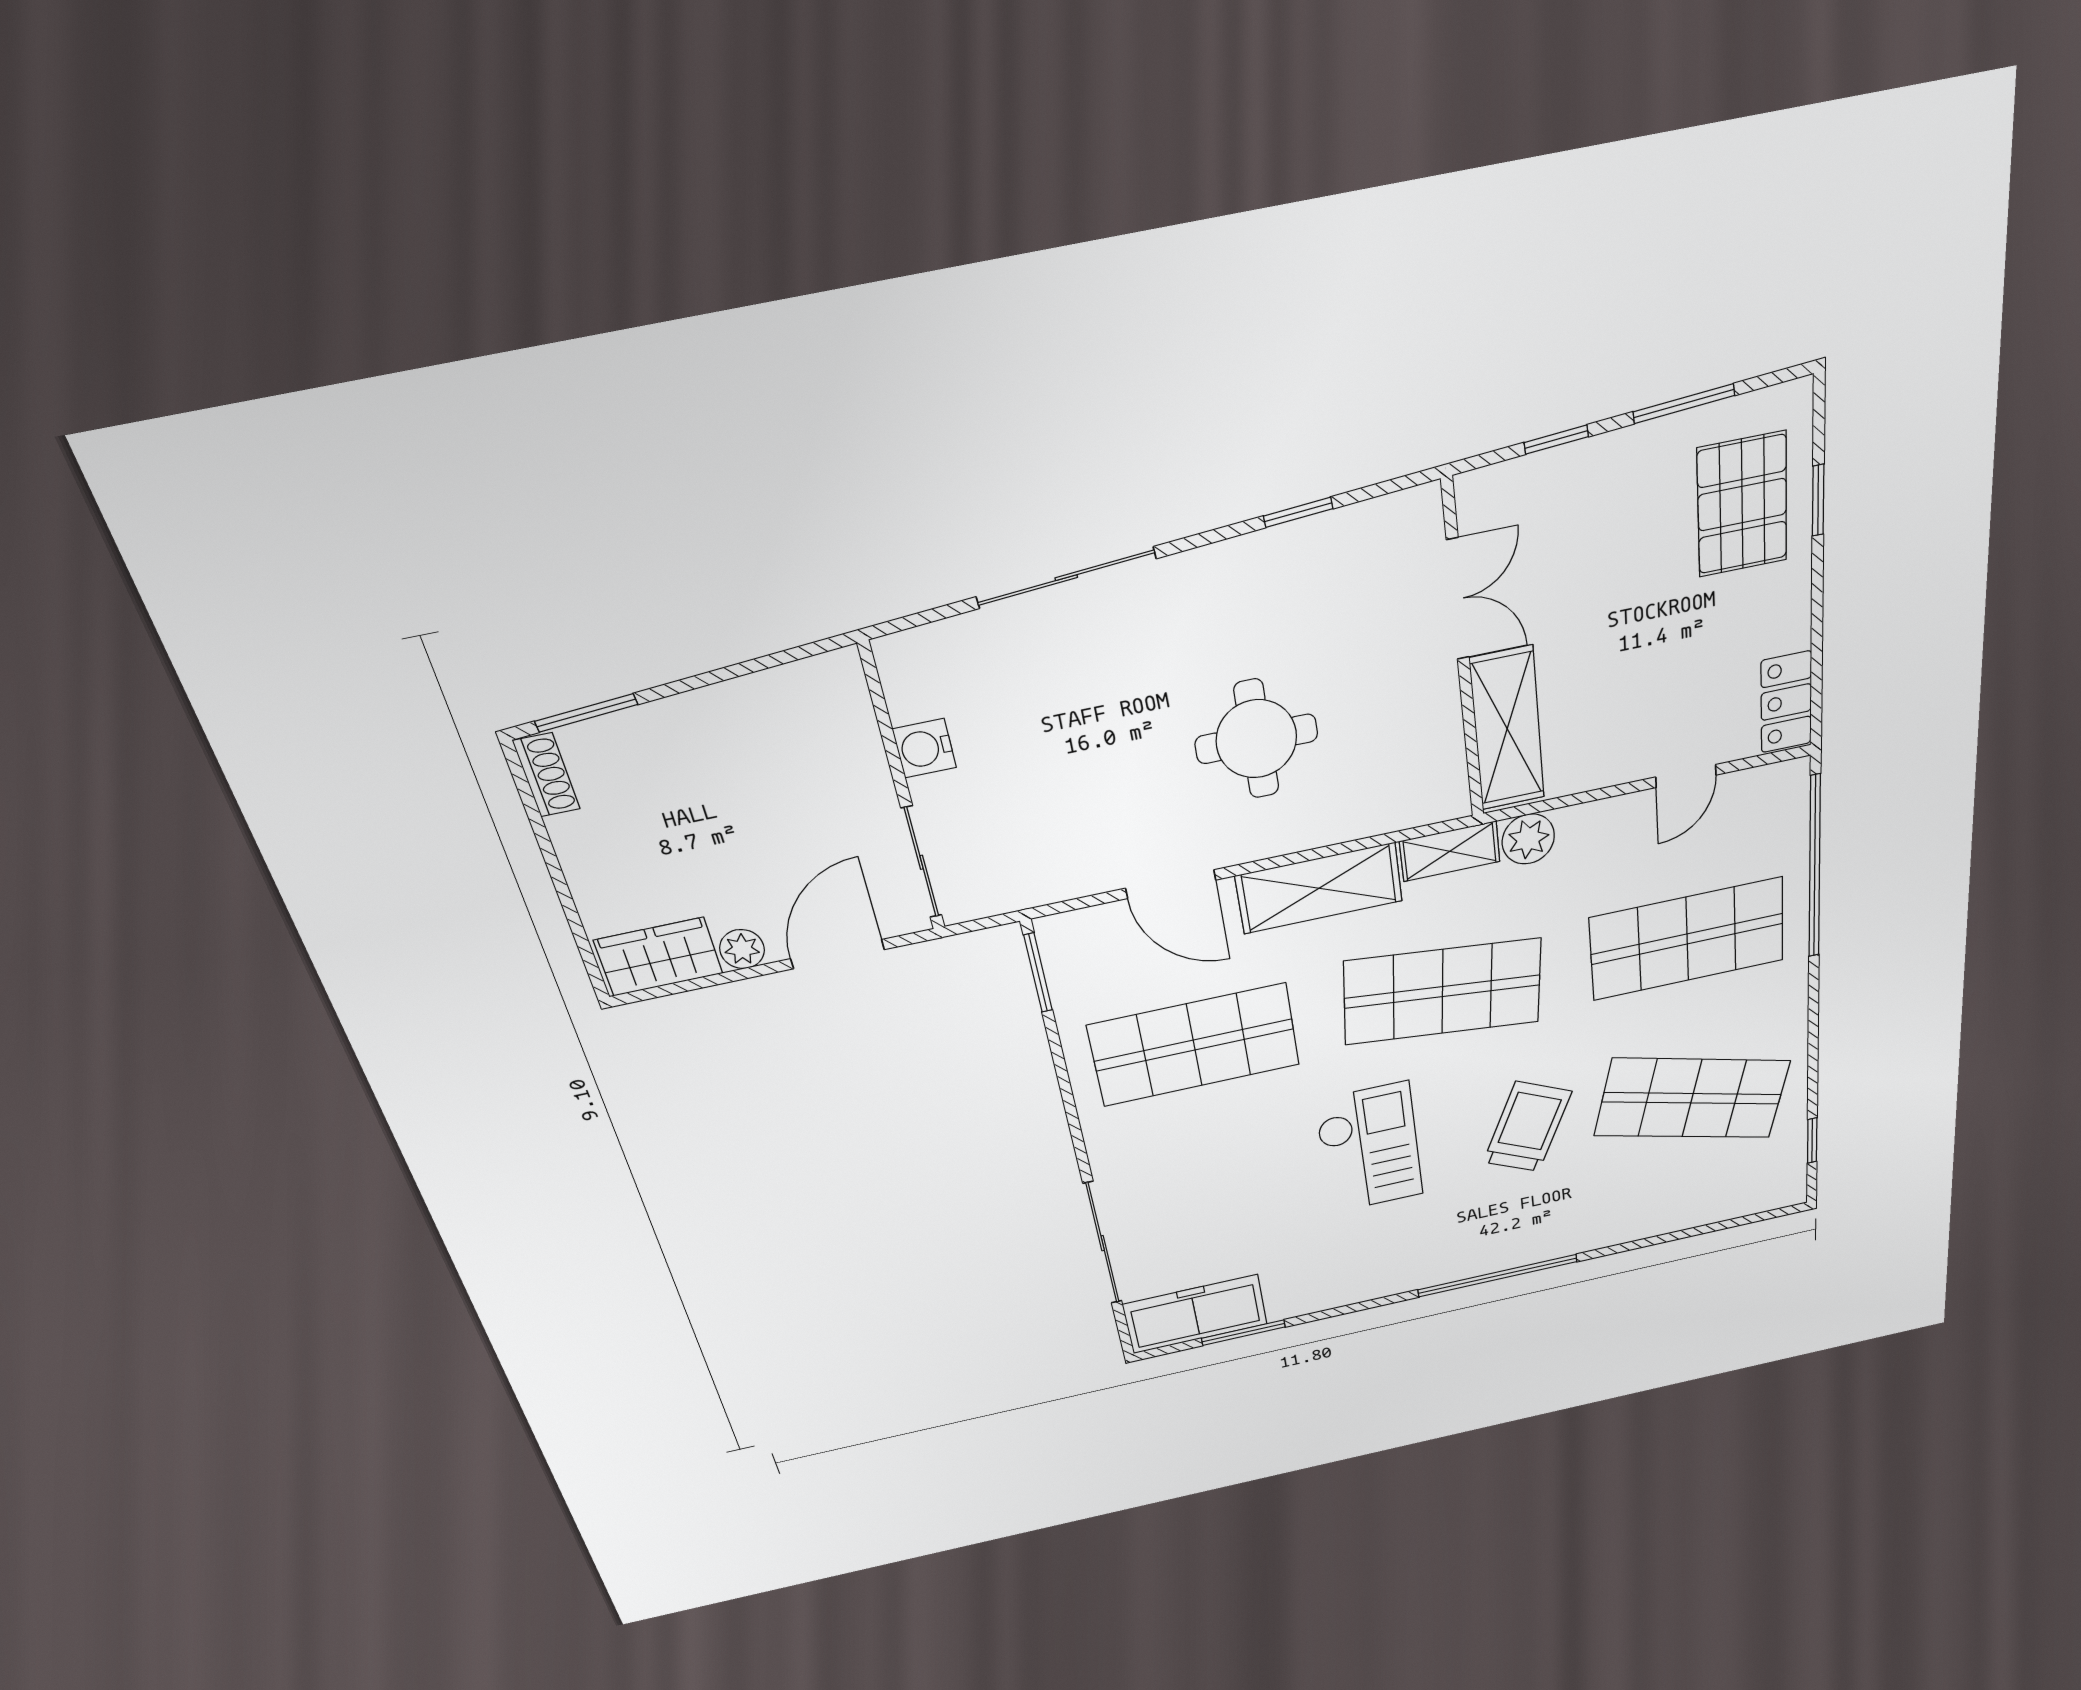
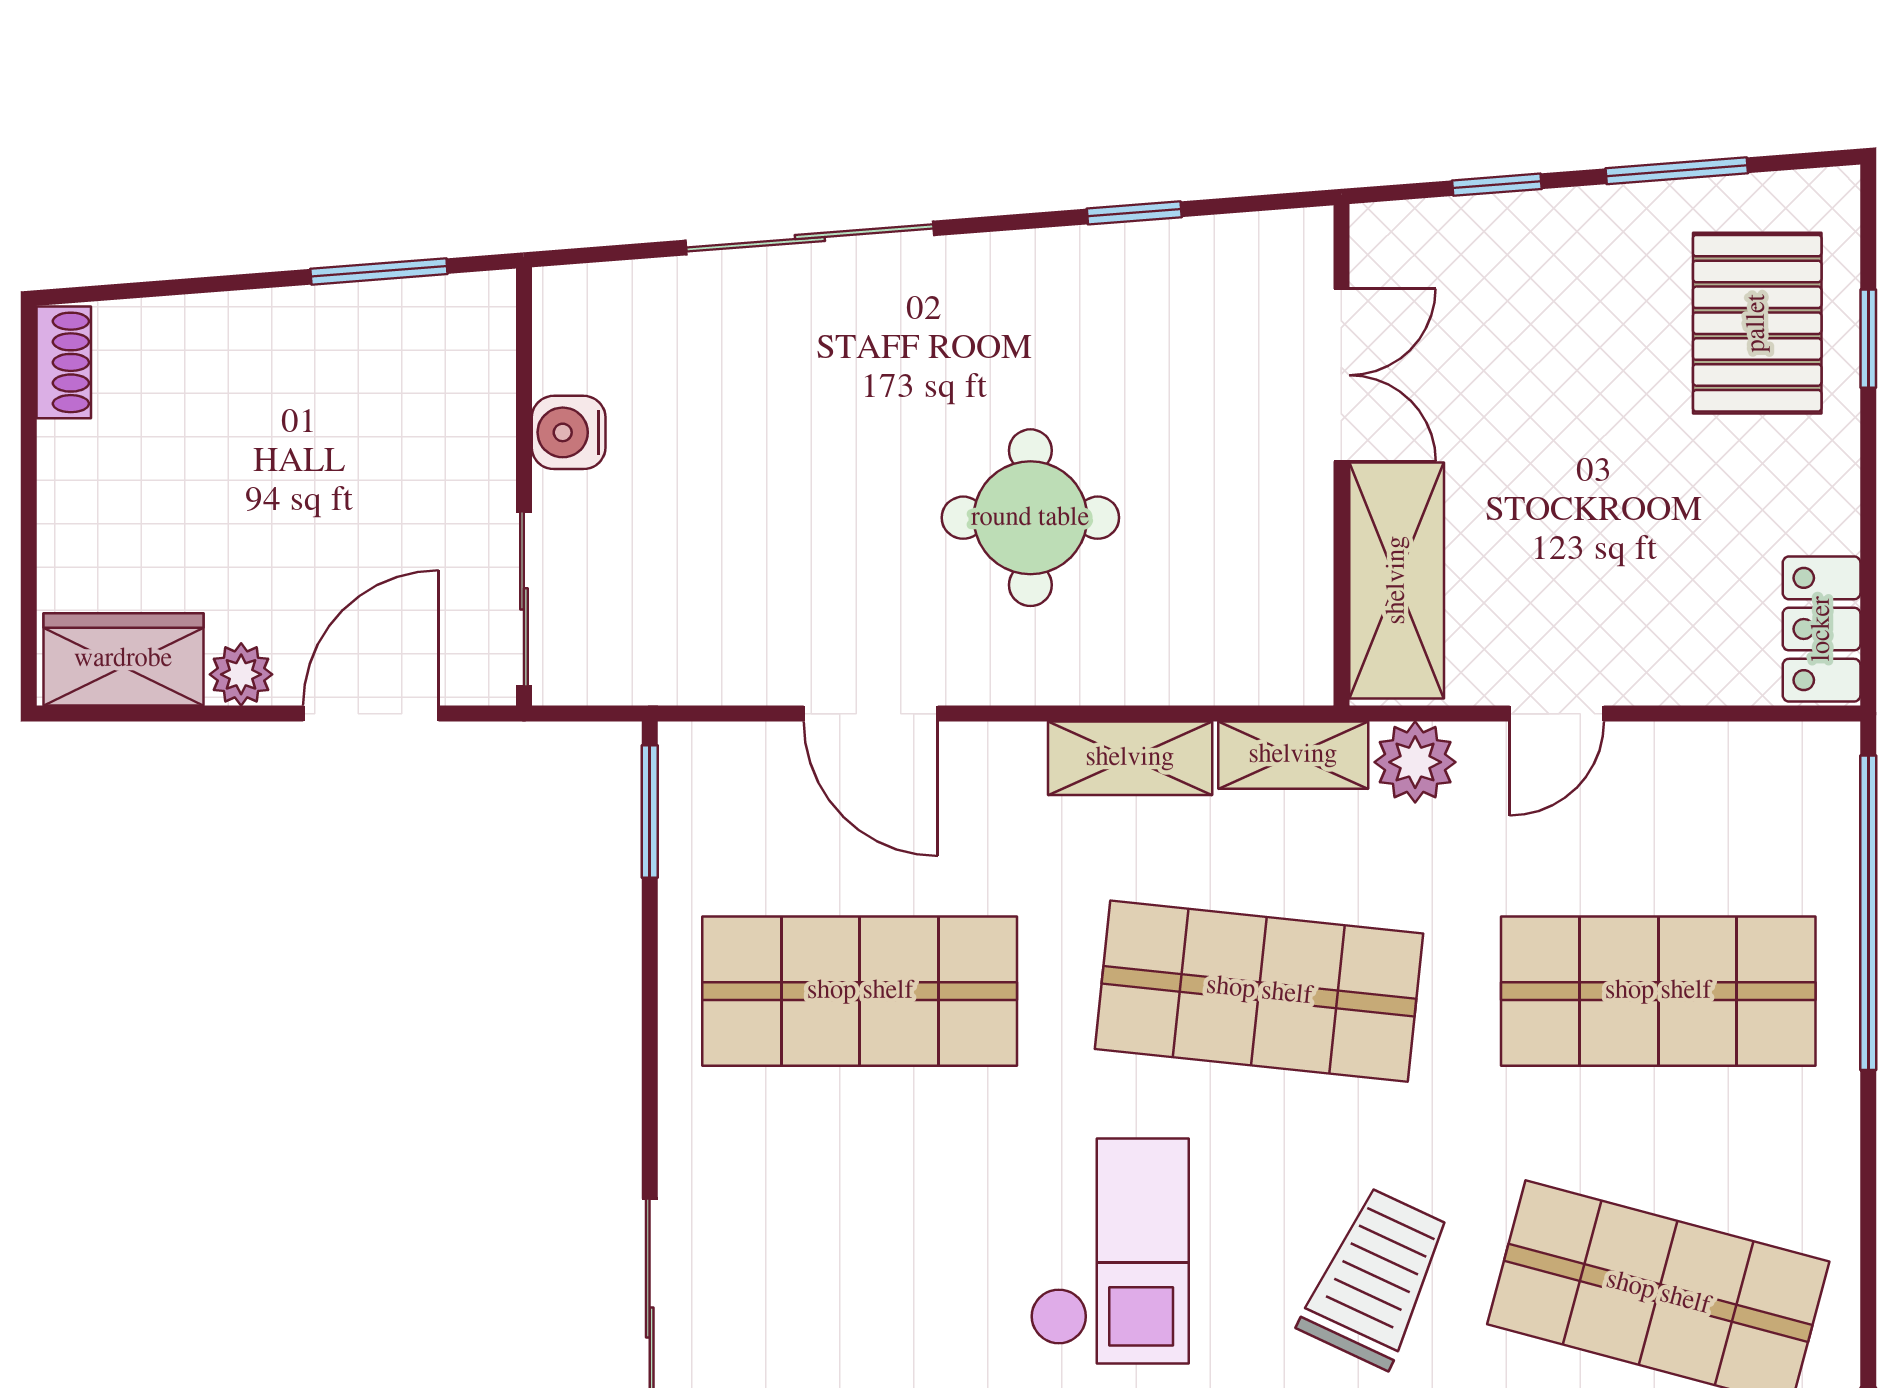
window: (586, 713) -> (379, 271), moved
door: (1686, 776) -> (1557, 714), moved
shelving: (1319, 888) -> (1130, 758), width x0.67, depth x0.75

